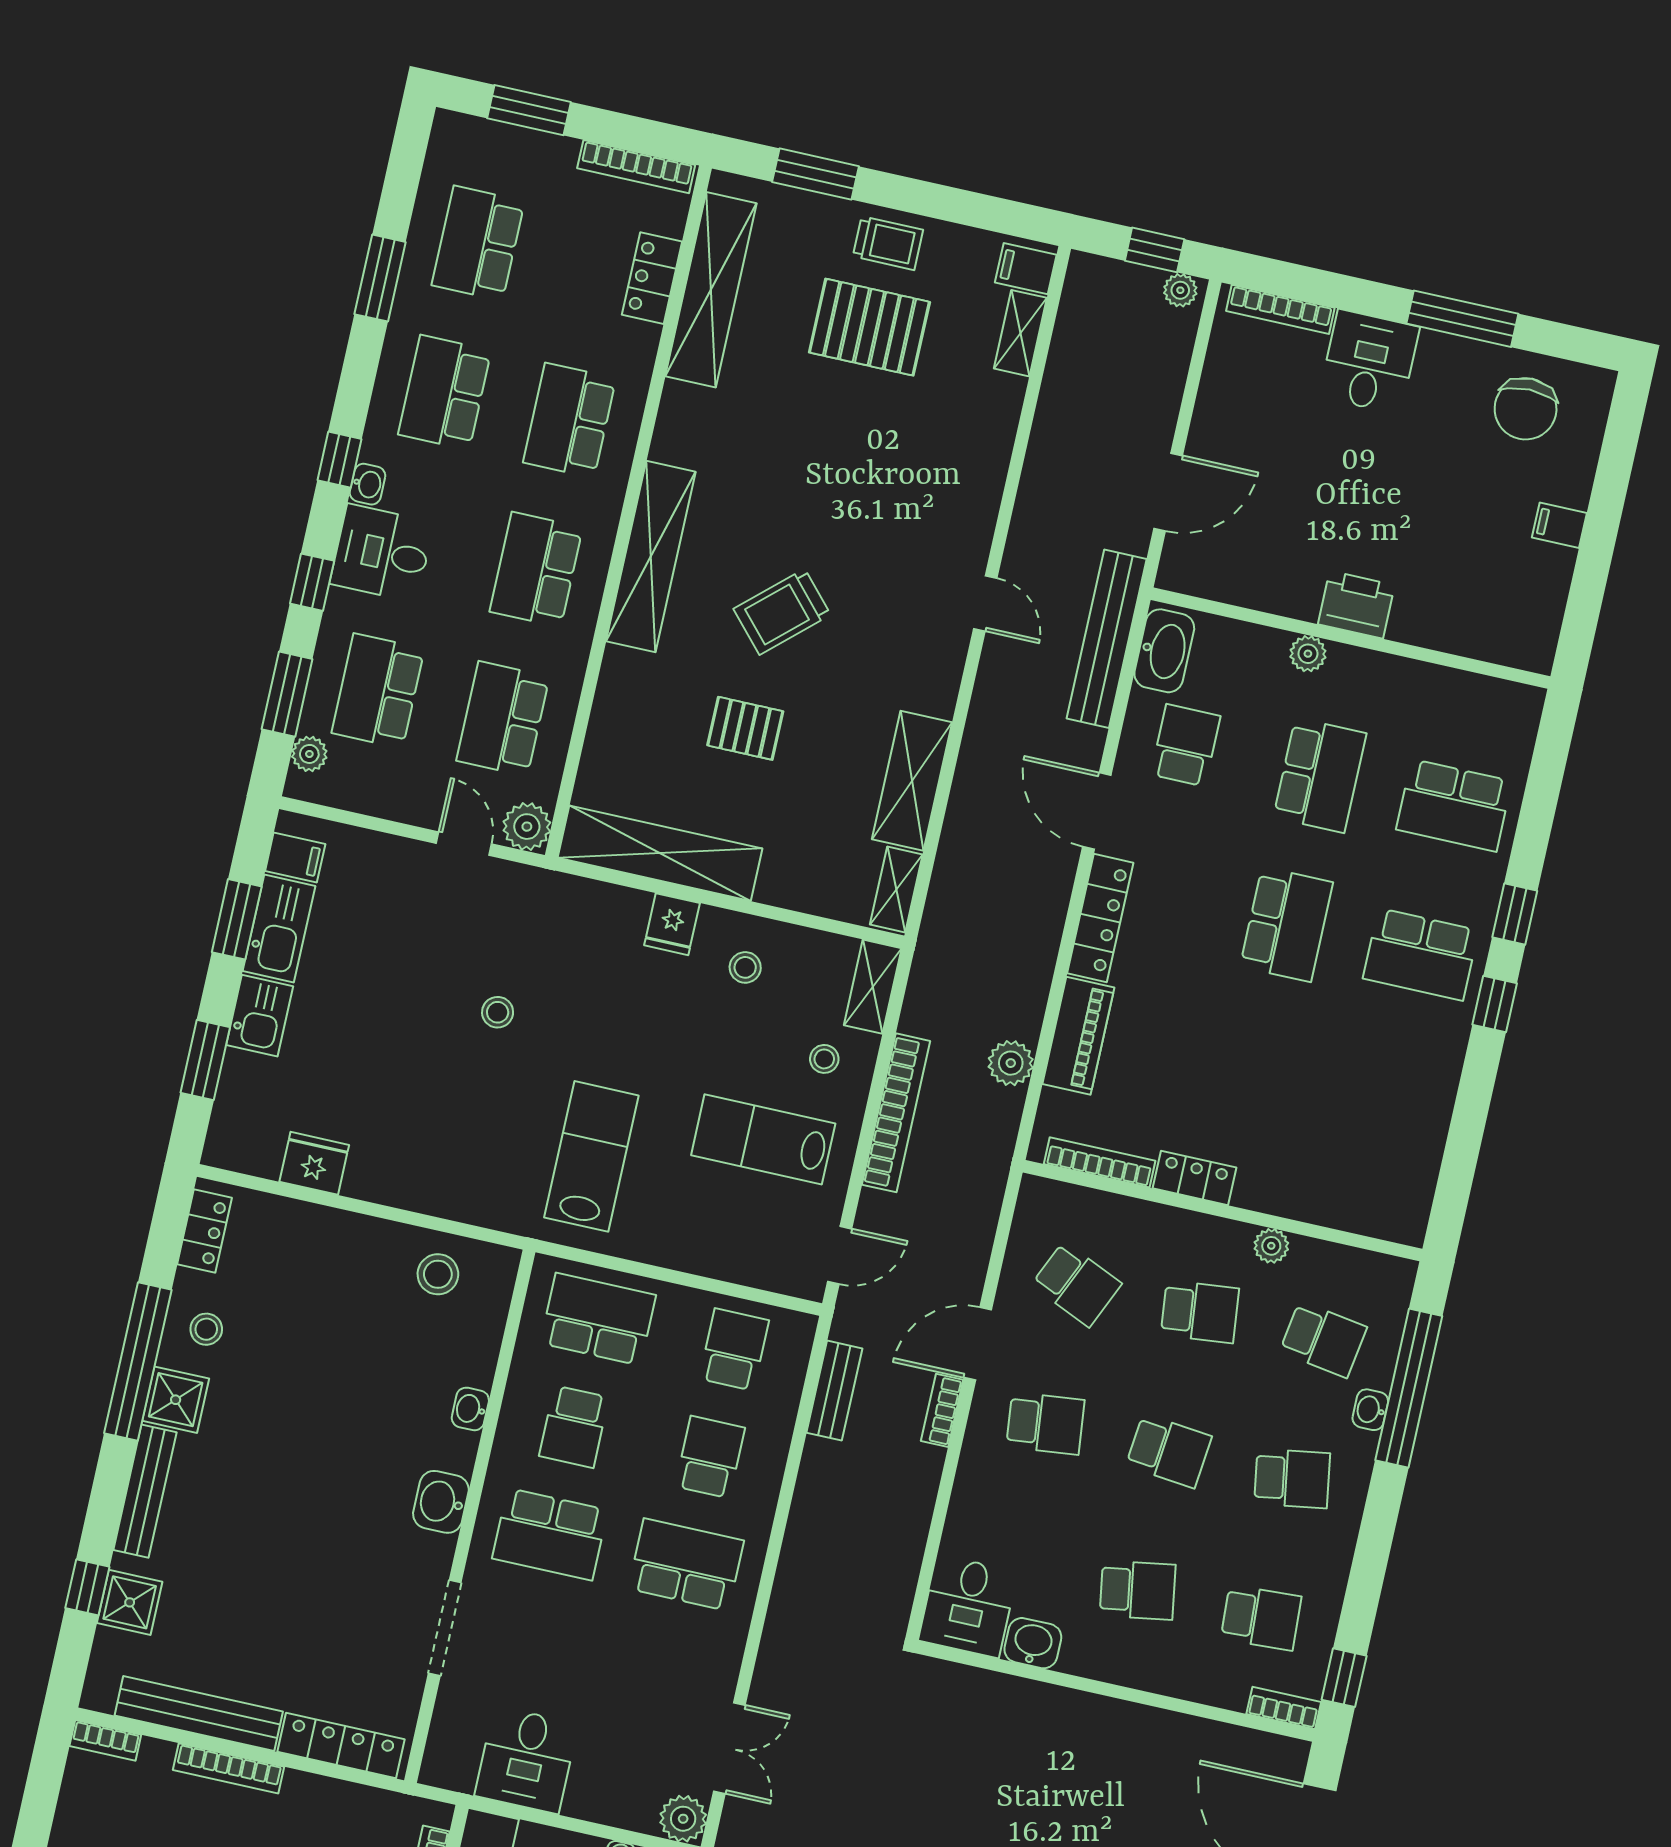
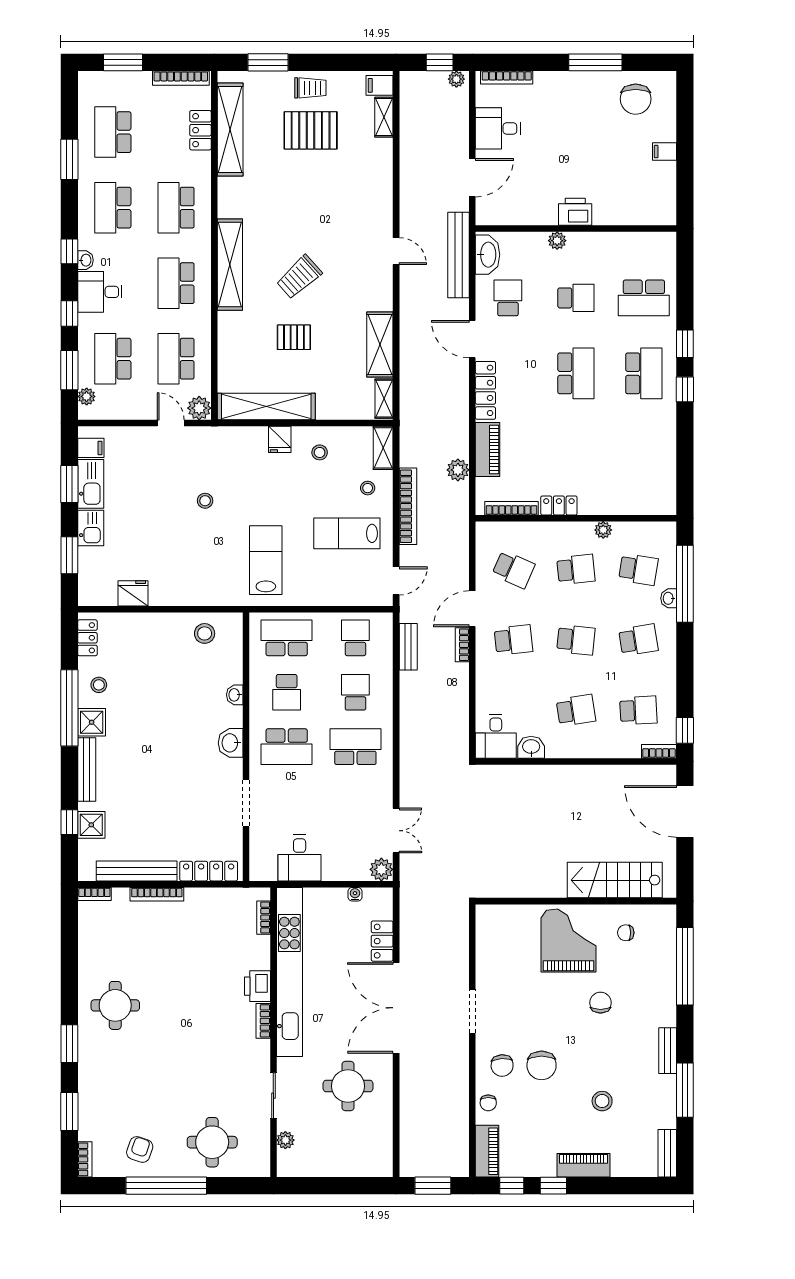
desk: (1369, 362) -> (498, 128), moved, turned -90
school desk: (1320, 775) -> (576, 298), width x0.54
school desk: (1421, 954) -> (644, 373), turned -90

